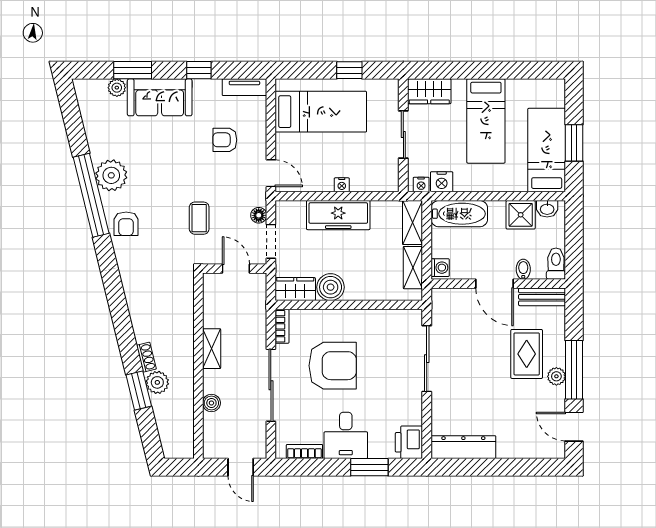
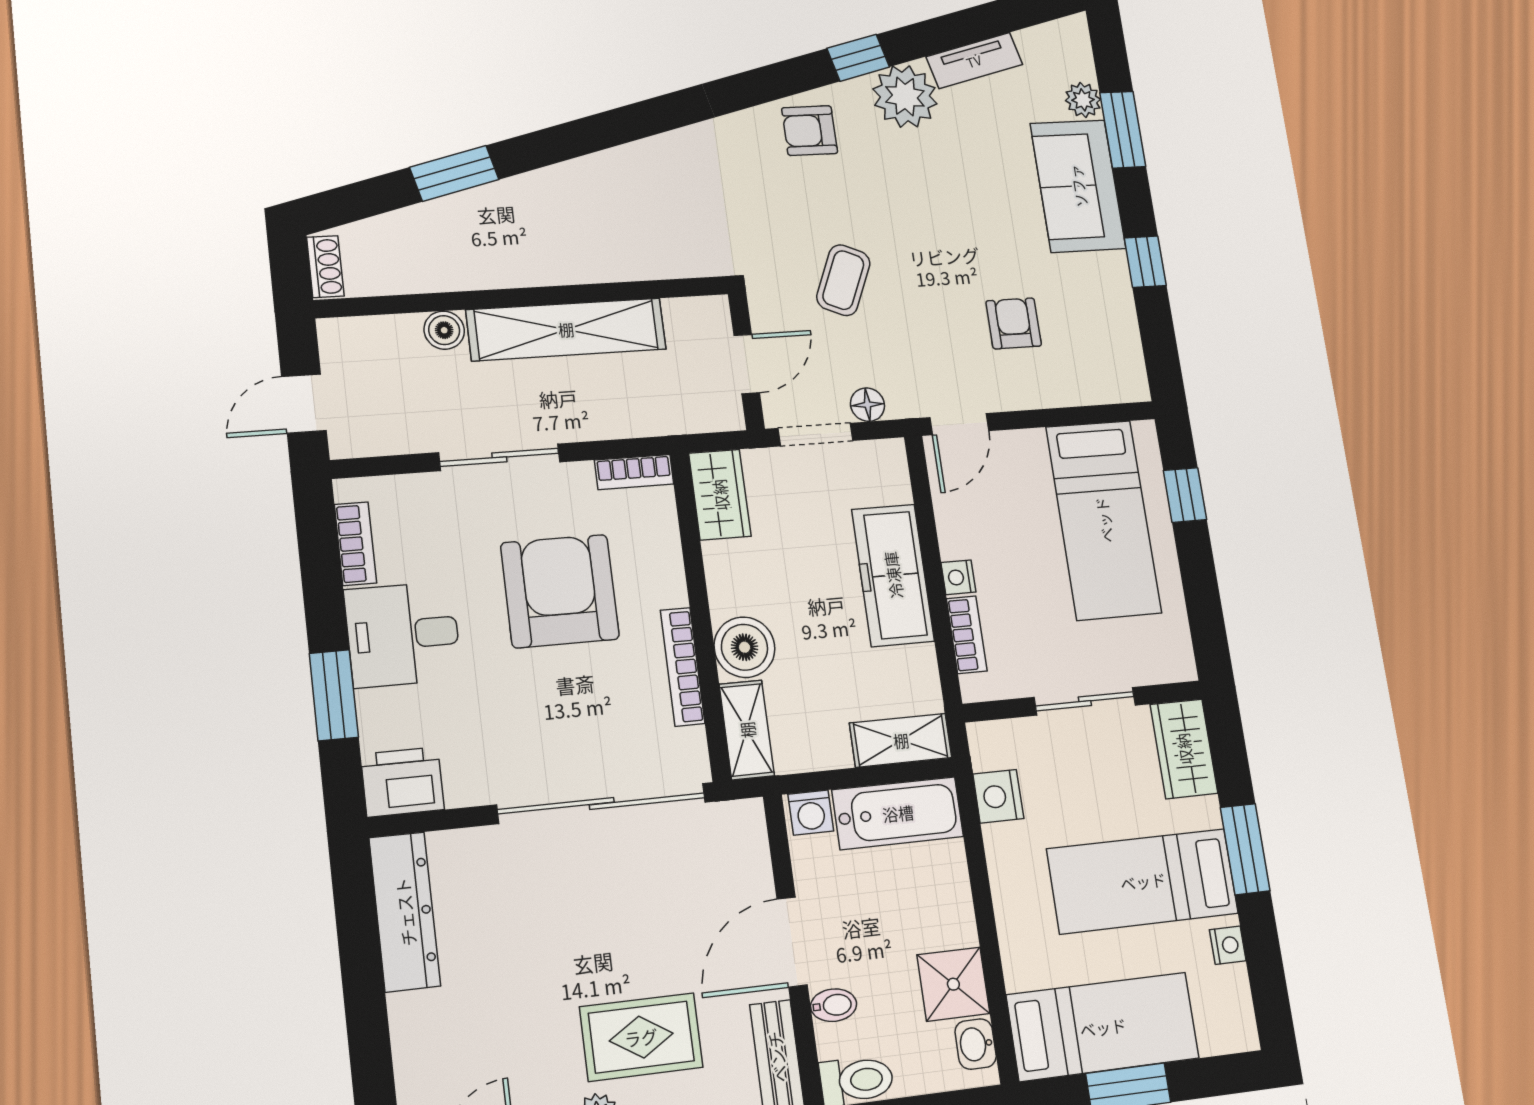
window: (349, 70) -> (1185, 495), moved
window: (477, 70) -> (1245, 849), added
tv unit: (244, 87) -> (974, 61), moved, turned -104
nightstand: (421, 184) -> (1228, 945), moved, turned 180
bookcase: (368, 185) -> (967, 635), added
window: (91, 195) -> (858, 58), width x0.32
bathtub: (459, 214) -> (898, 813), moved, turned -90
coffee table: (199, 218) -> (843, 280), turned -66
shelving: (413, 268) -> (747, 730), moved, turned 90
boiler: (331, 287) -> (745, 647), moved
bookcase: (371, 316) -> (683, 667), added
shelving: (212, 349) -> (566, 329), width x2.20, depth x1.33
shoe rack: (146, 357) -> (325, 267), moved, turned -76
sliding door: (427, 359) -> (602, 803), width x1.36
armchair: (333, 366) -> (560, 591), turned 180
plant: (157, 382) -> (477, 212), removed
sliding door: (271, 385) -> (499, 457), width x0.73

